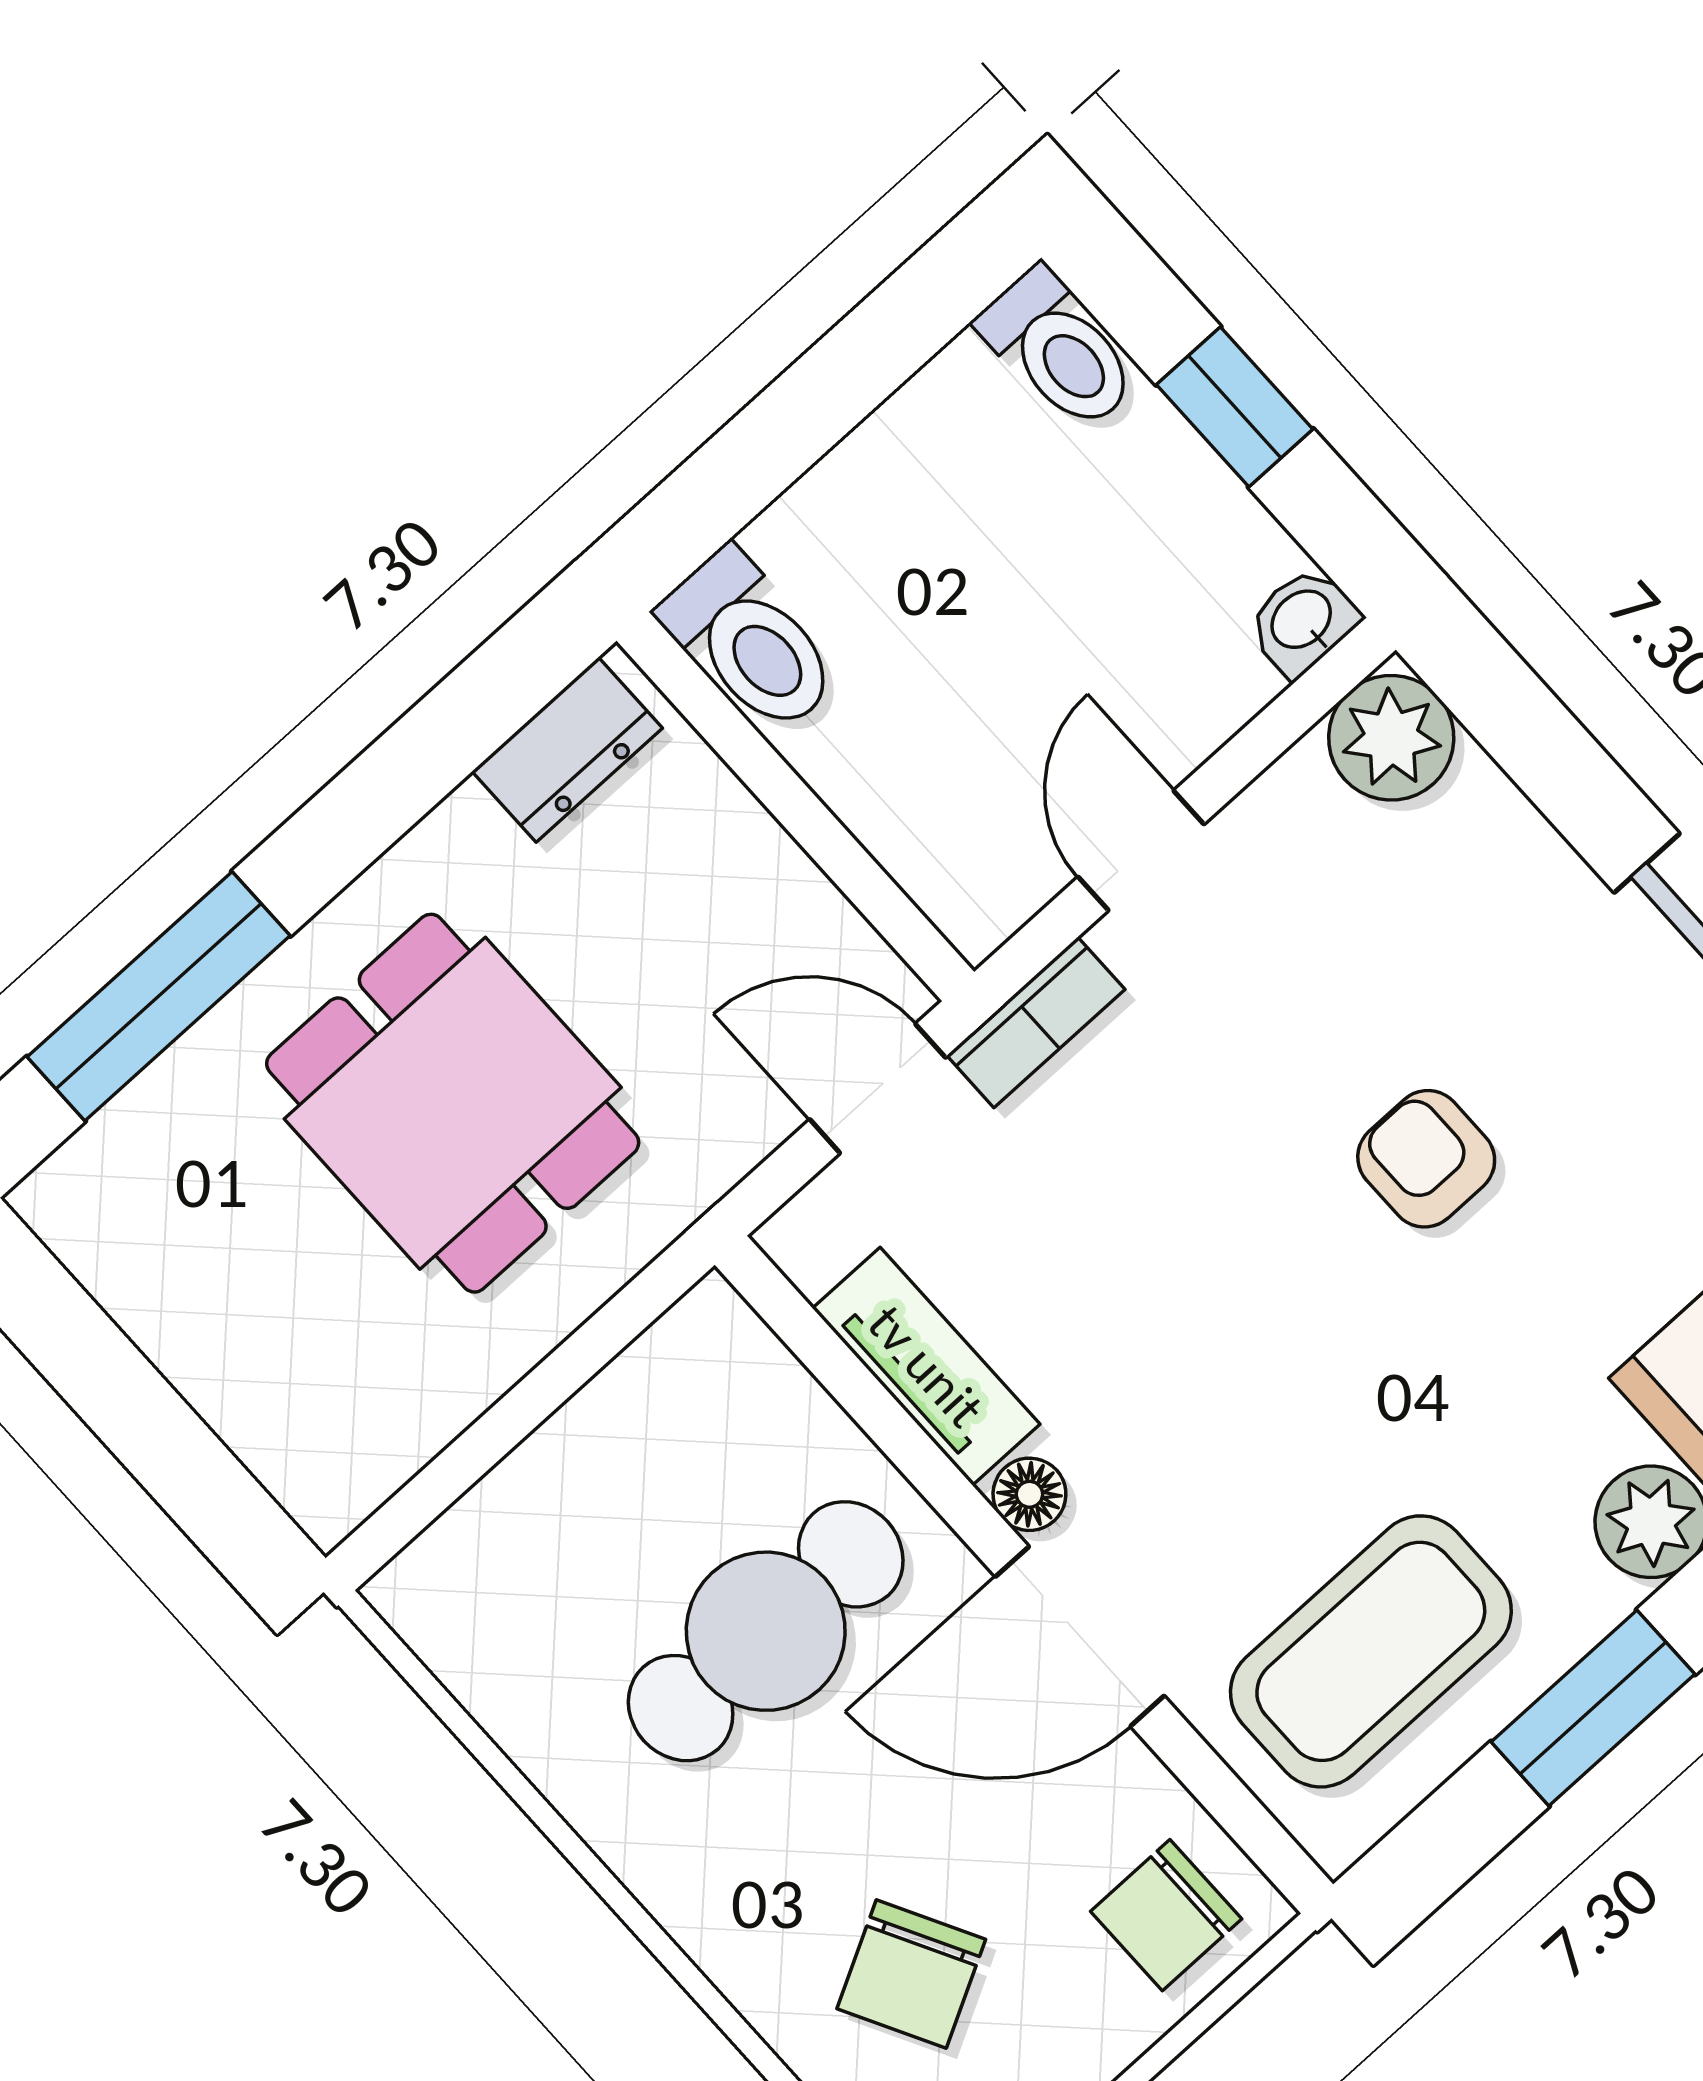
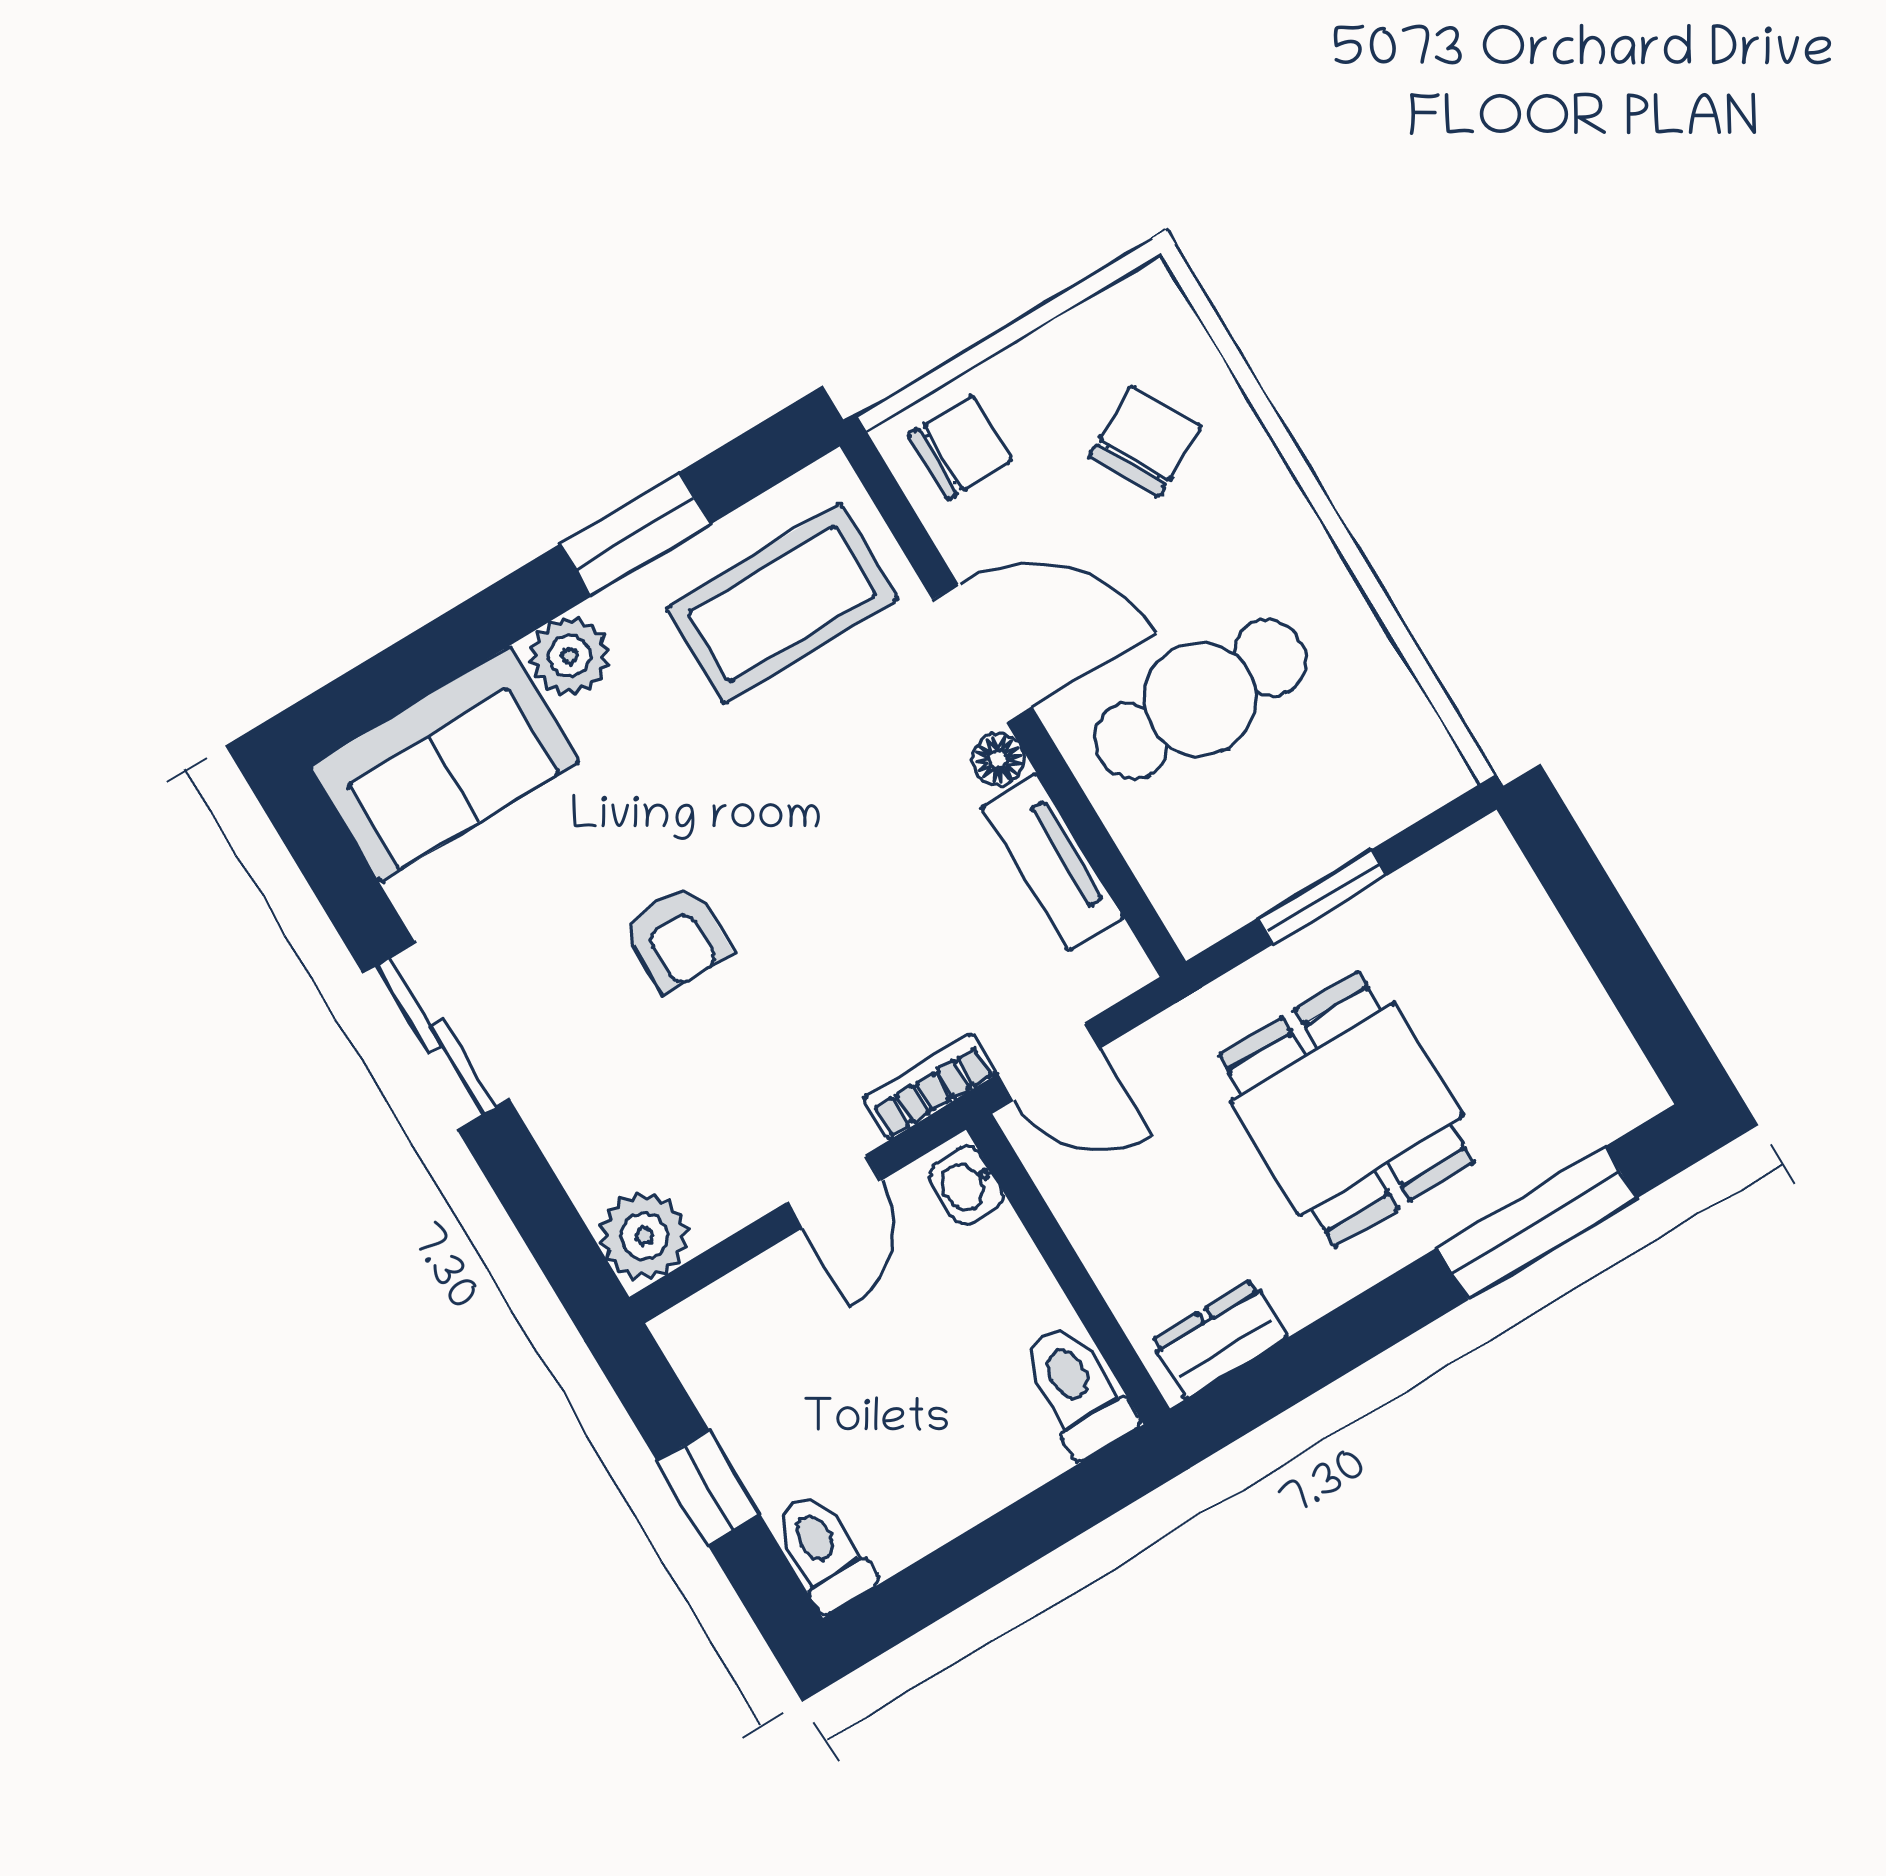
washbasin: (1303, 621) -> (966, 1185), moved, turned 90
window: (543, 1391) -> (1322, 897), added

